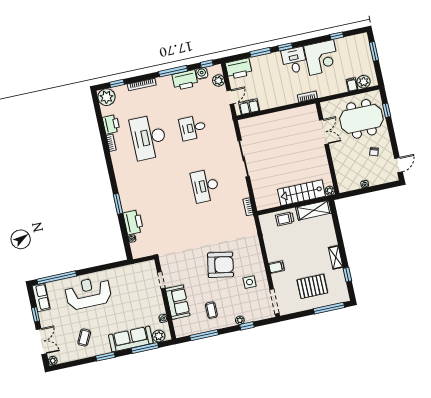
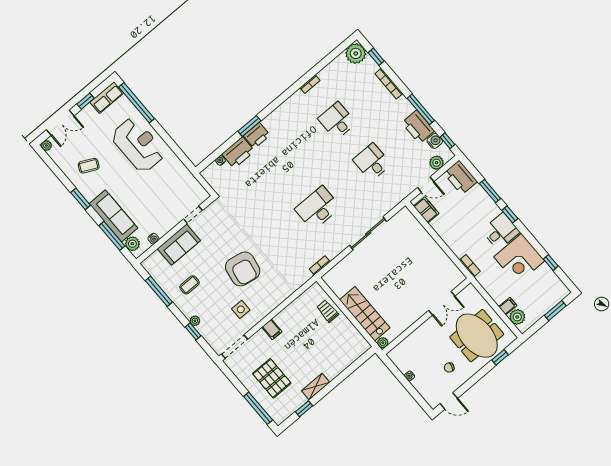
printer: (111, 124) -> (257, 135), moved
desk: (149, 137) -> (337, 121), width x0.53, depth x0.77
shelving: (314, 210) -> (353, 336), removed

